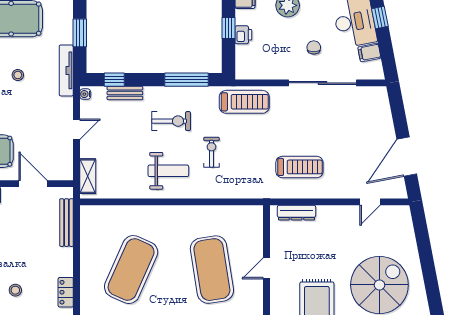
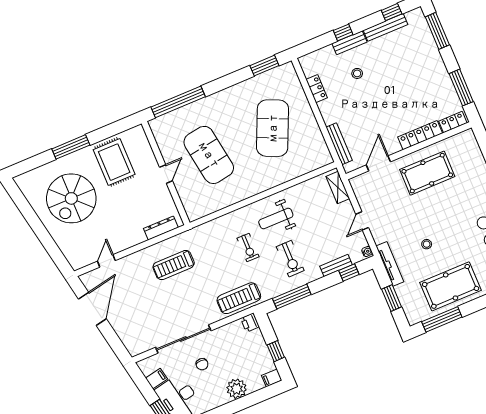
printer: (243, 35) -> (250, 323), moved
exercise bike: (171, 121) -> (290, 259), turned -90
door: (33, 184) -> (378, 163), swing flipped

